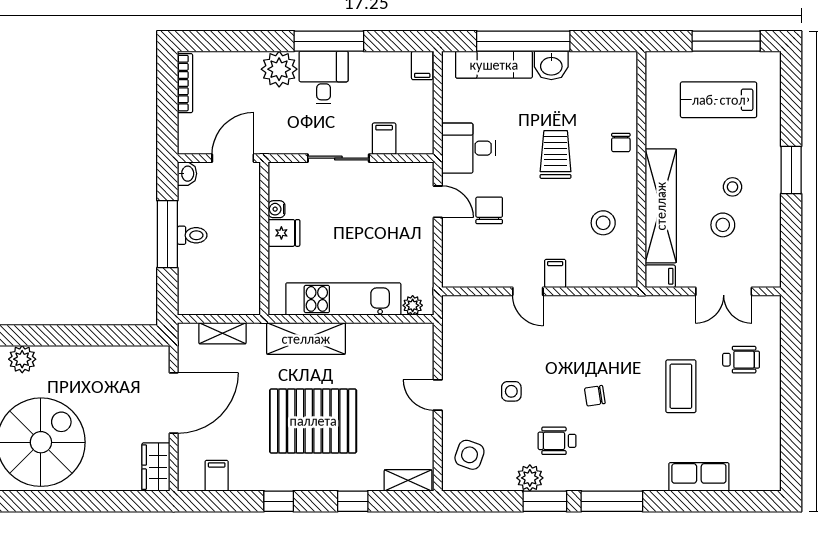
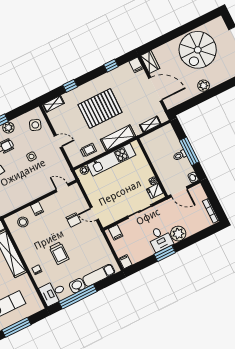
window: (329, 41) -> (165, 253), width x0.69
window: (523, 41) -> (78, 297), moved
filing cabinet: (384, 139) -> (116, 232), moved
desk: (469, 148) -> (53, 293), moved, turned 180
door: (233, 158) -> (179, 192), hinge flipped
stool: (603, 223) -> (23, 222), moved
fridge: (284, 233) -> (155, 191), moved
door: (528, 291) -> (62, 188), moved
trolley: (383, 344) -> (88, 150), added
plant: (22, 359) -> (204, 86), moved
door: (174, 403) -> (155, 89), swing flipped
filing cabinet: (217, 476) -> (136, 65), moved
window: (279, 501) -> (111, 66), moved

